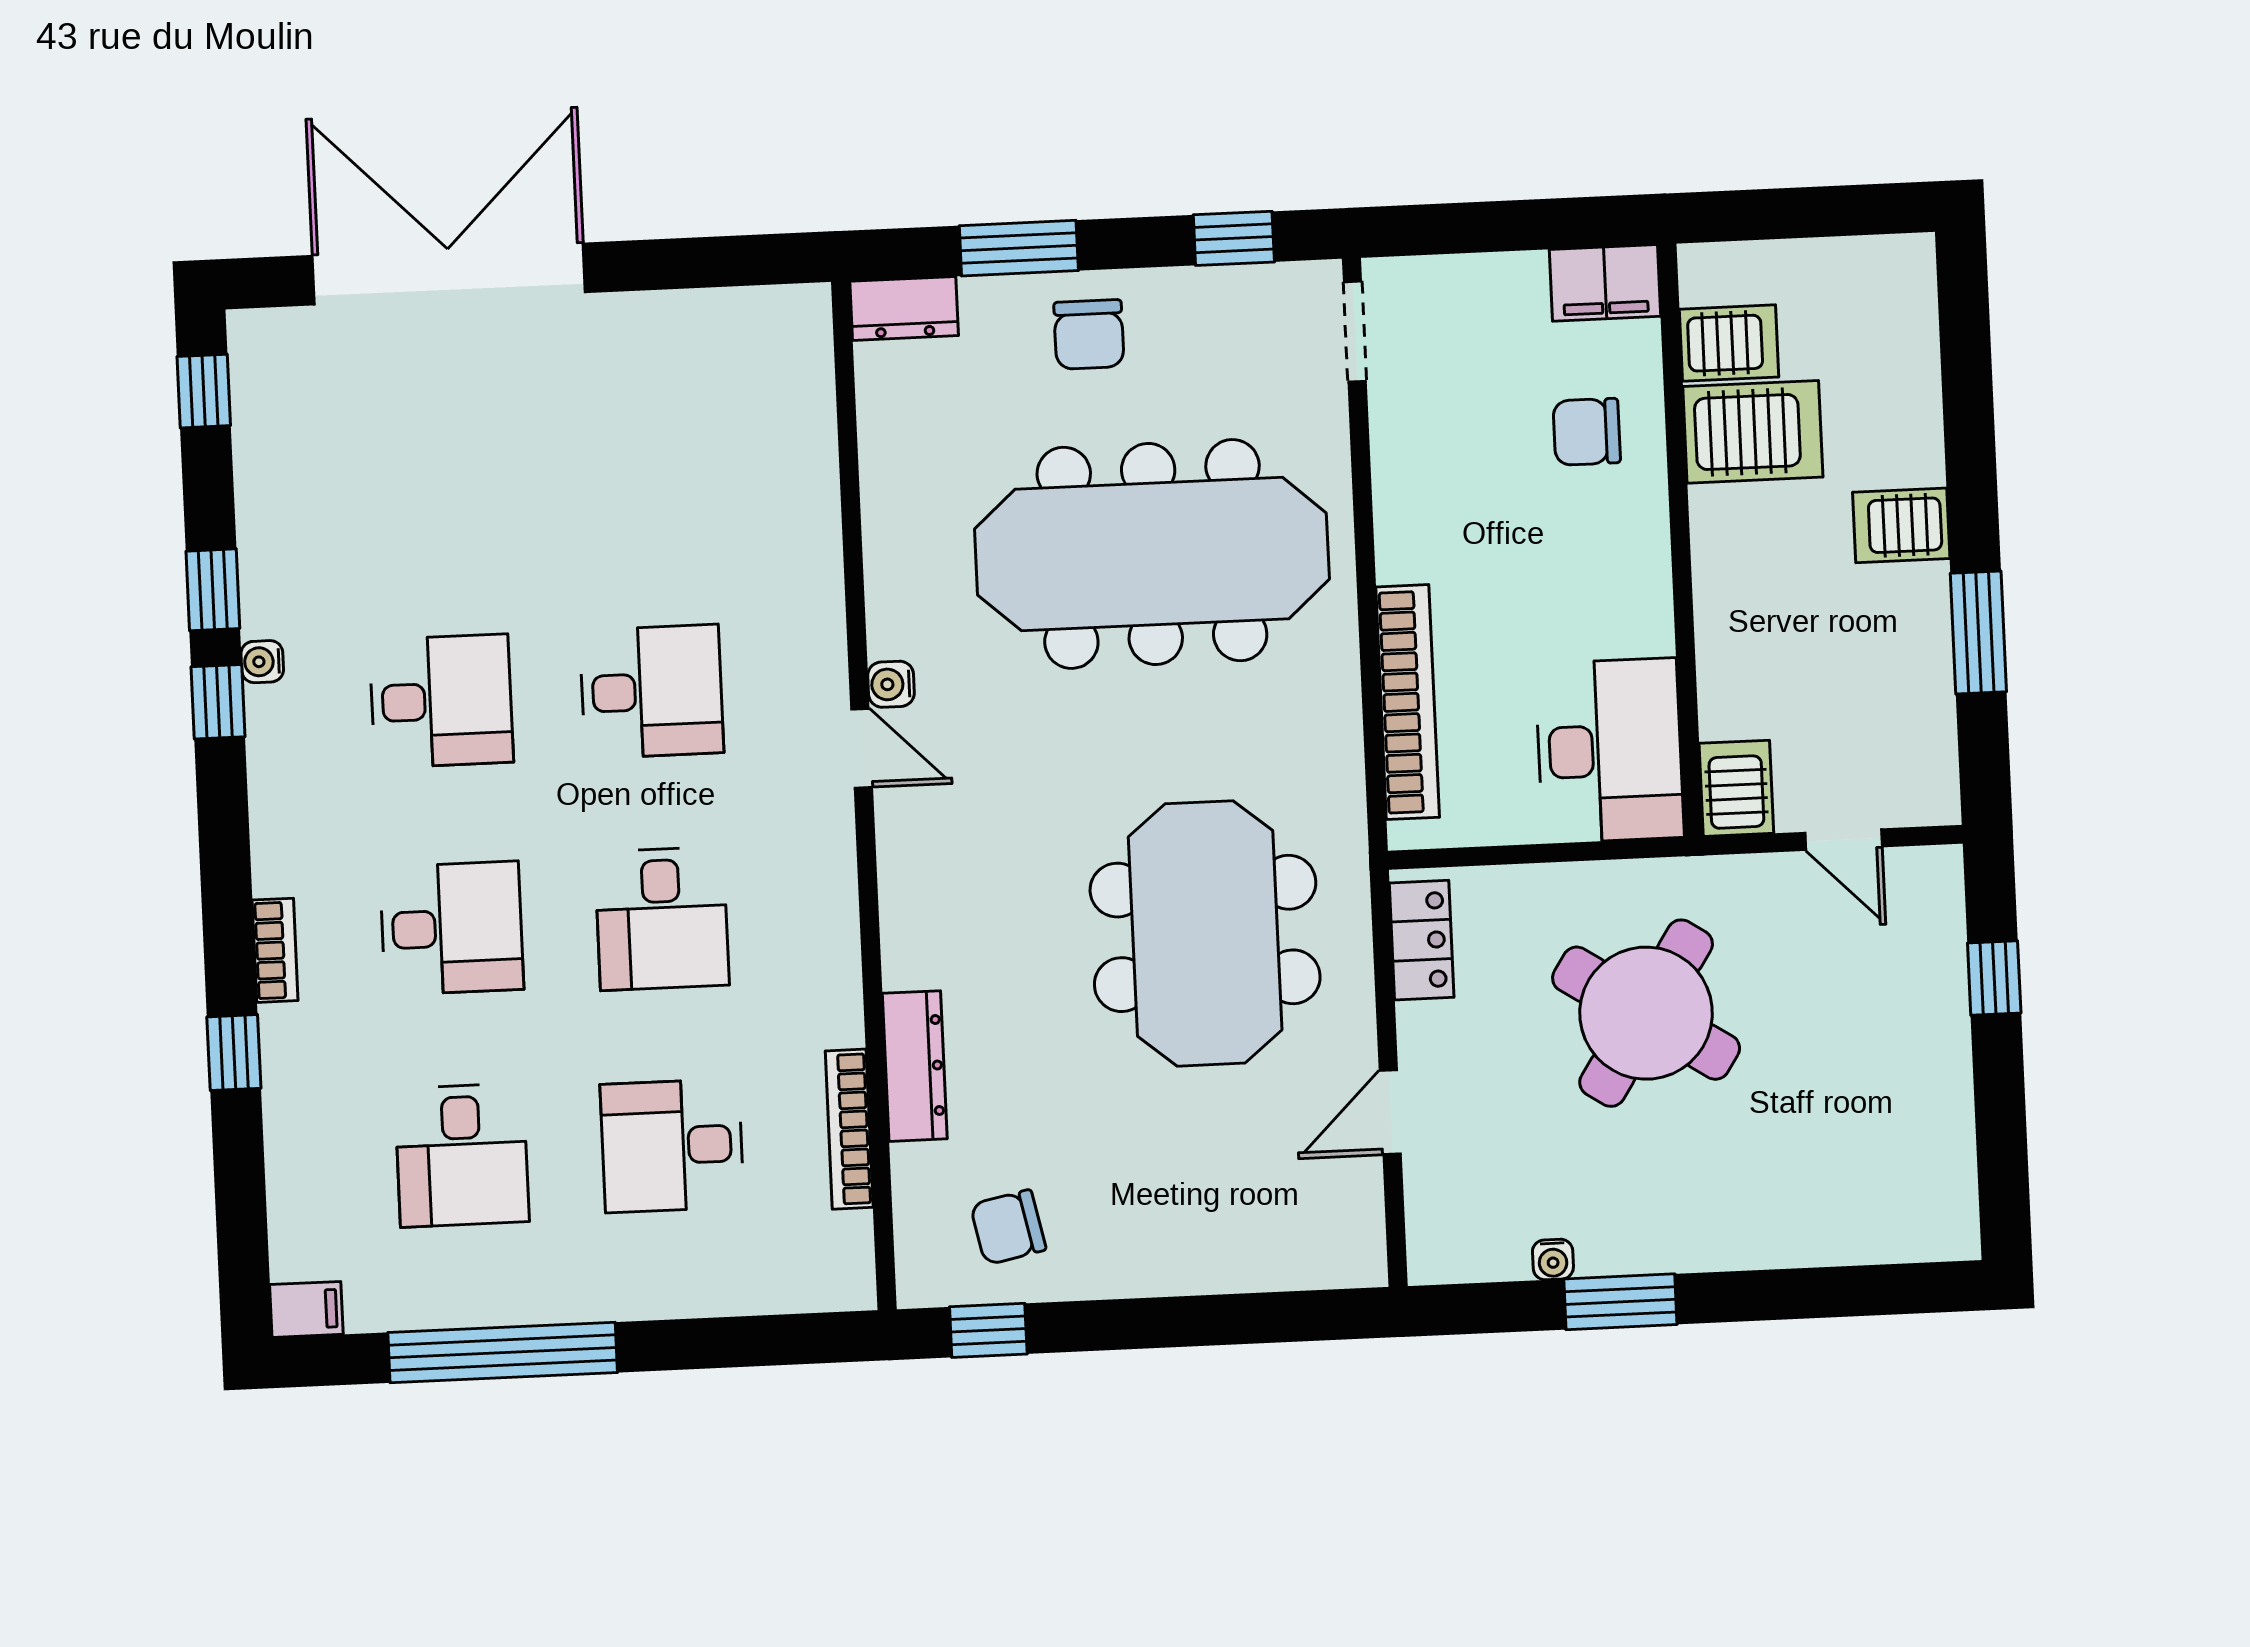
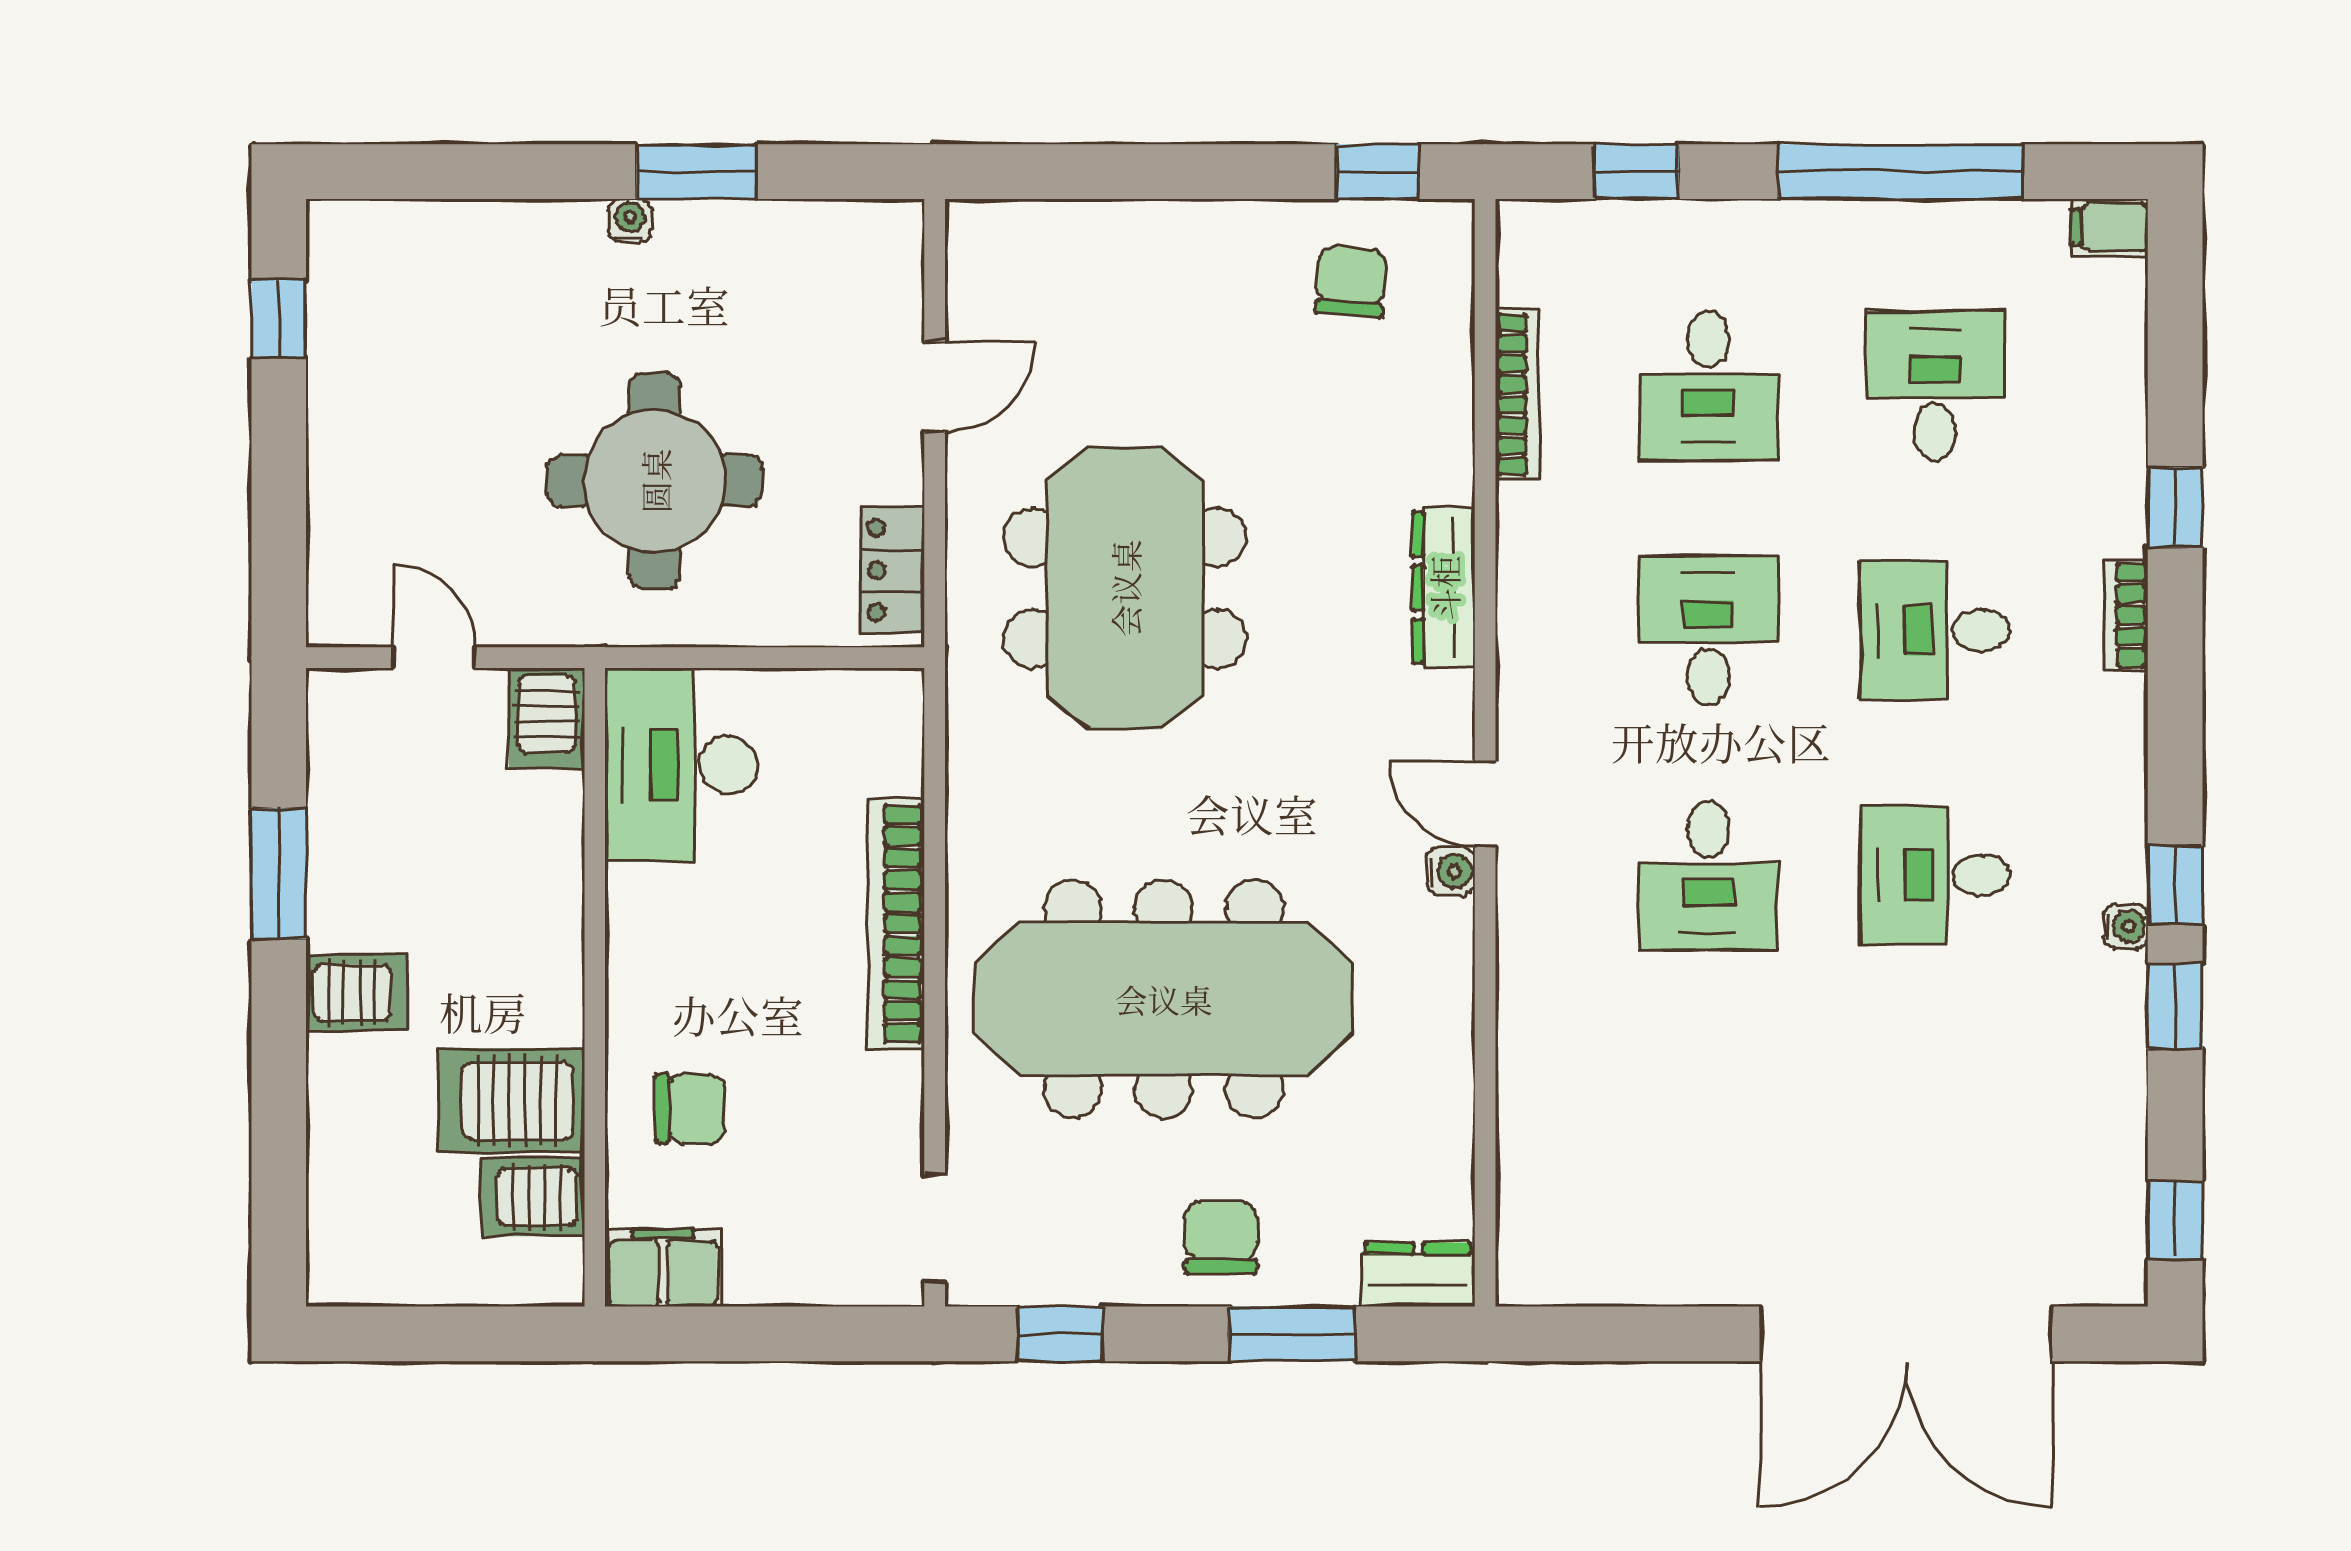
desk: (652, 691) -> (1708, 875), turned -90
bookcase: (1408, 702) -> (896, 924), moved
window: (1994, 978) -> (279, 319), moved
round table: (1646, 1013) -> (655, 481), turned -33
dresser: (915, 1066) -> (1444, 588), moved
desk: (672, 1146) -> (1708, 386), turned 90
chair: (1008, 1227) -> (1351, 282), turned -73
water cooler: (1553, 1259) -> (630, 220), moved
window: (748, 1341) -> (1637, 172), added

